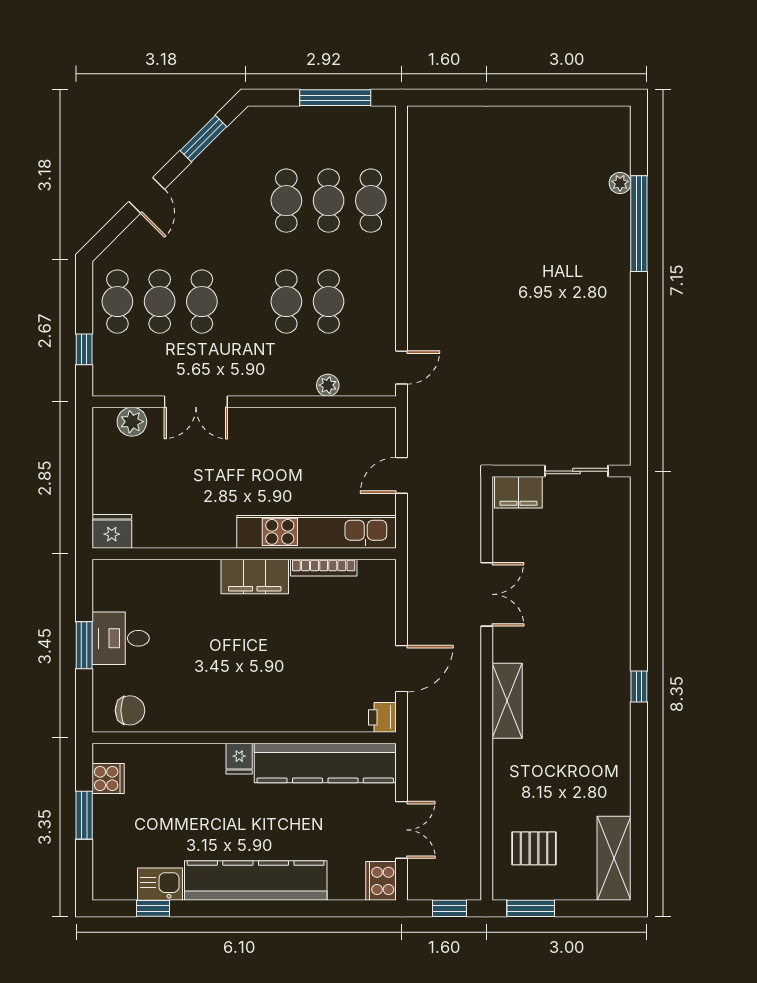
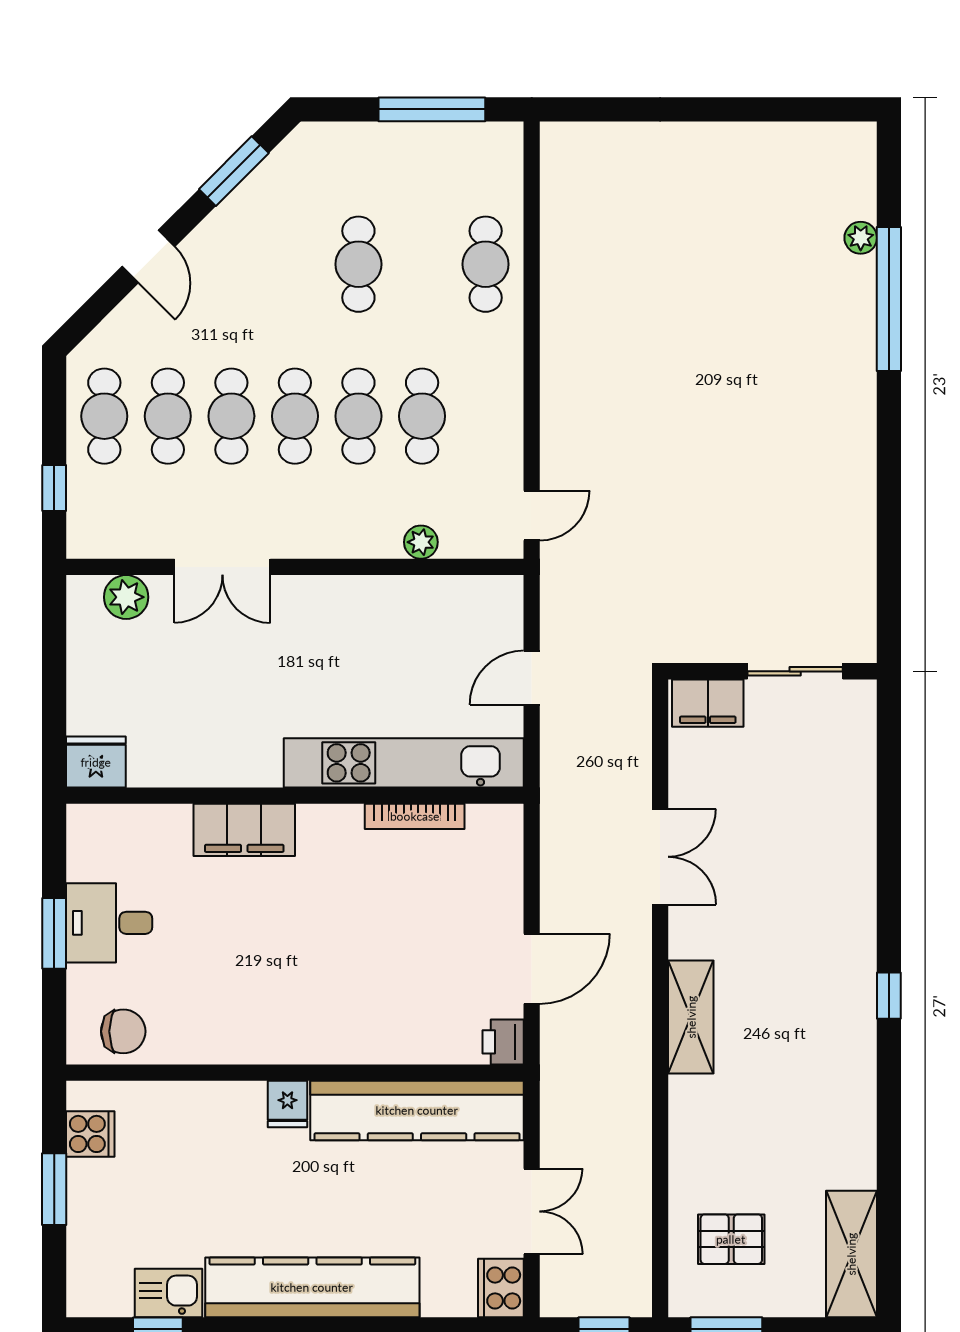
cafe table: (329, 201) -> (295, 416), moved
filing cabinet: (255, 577) -> (244, 830), moved

